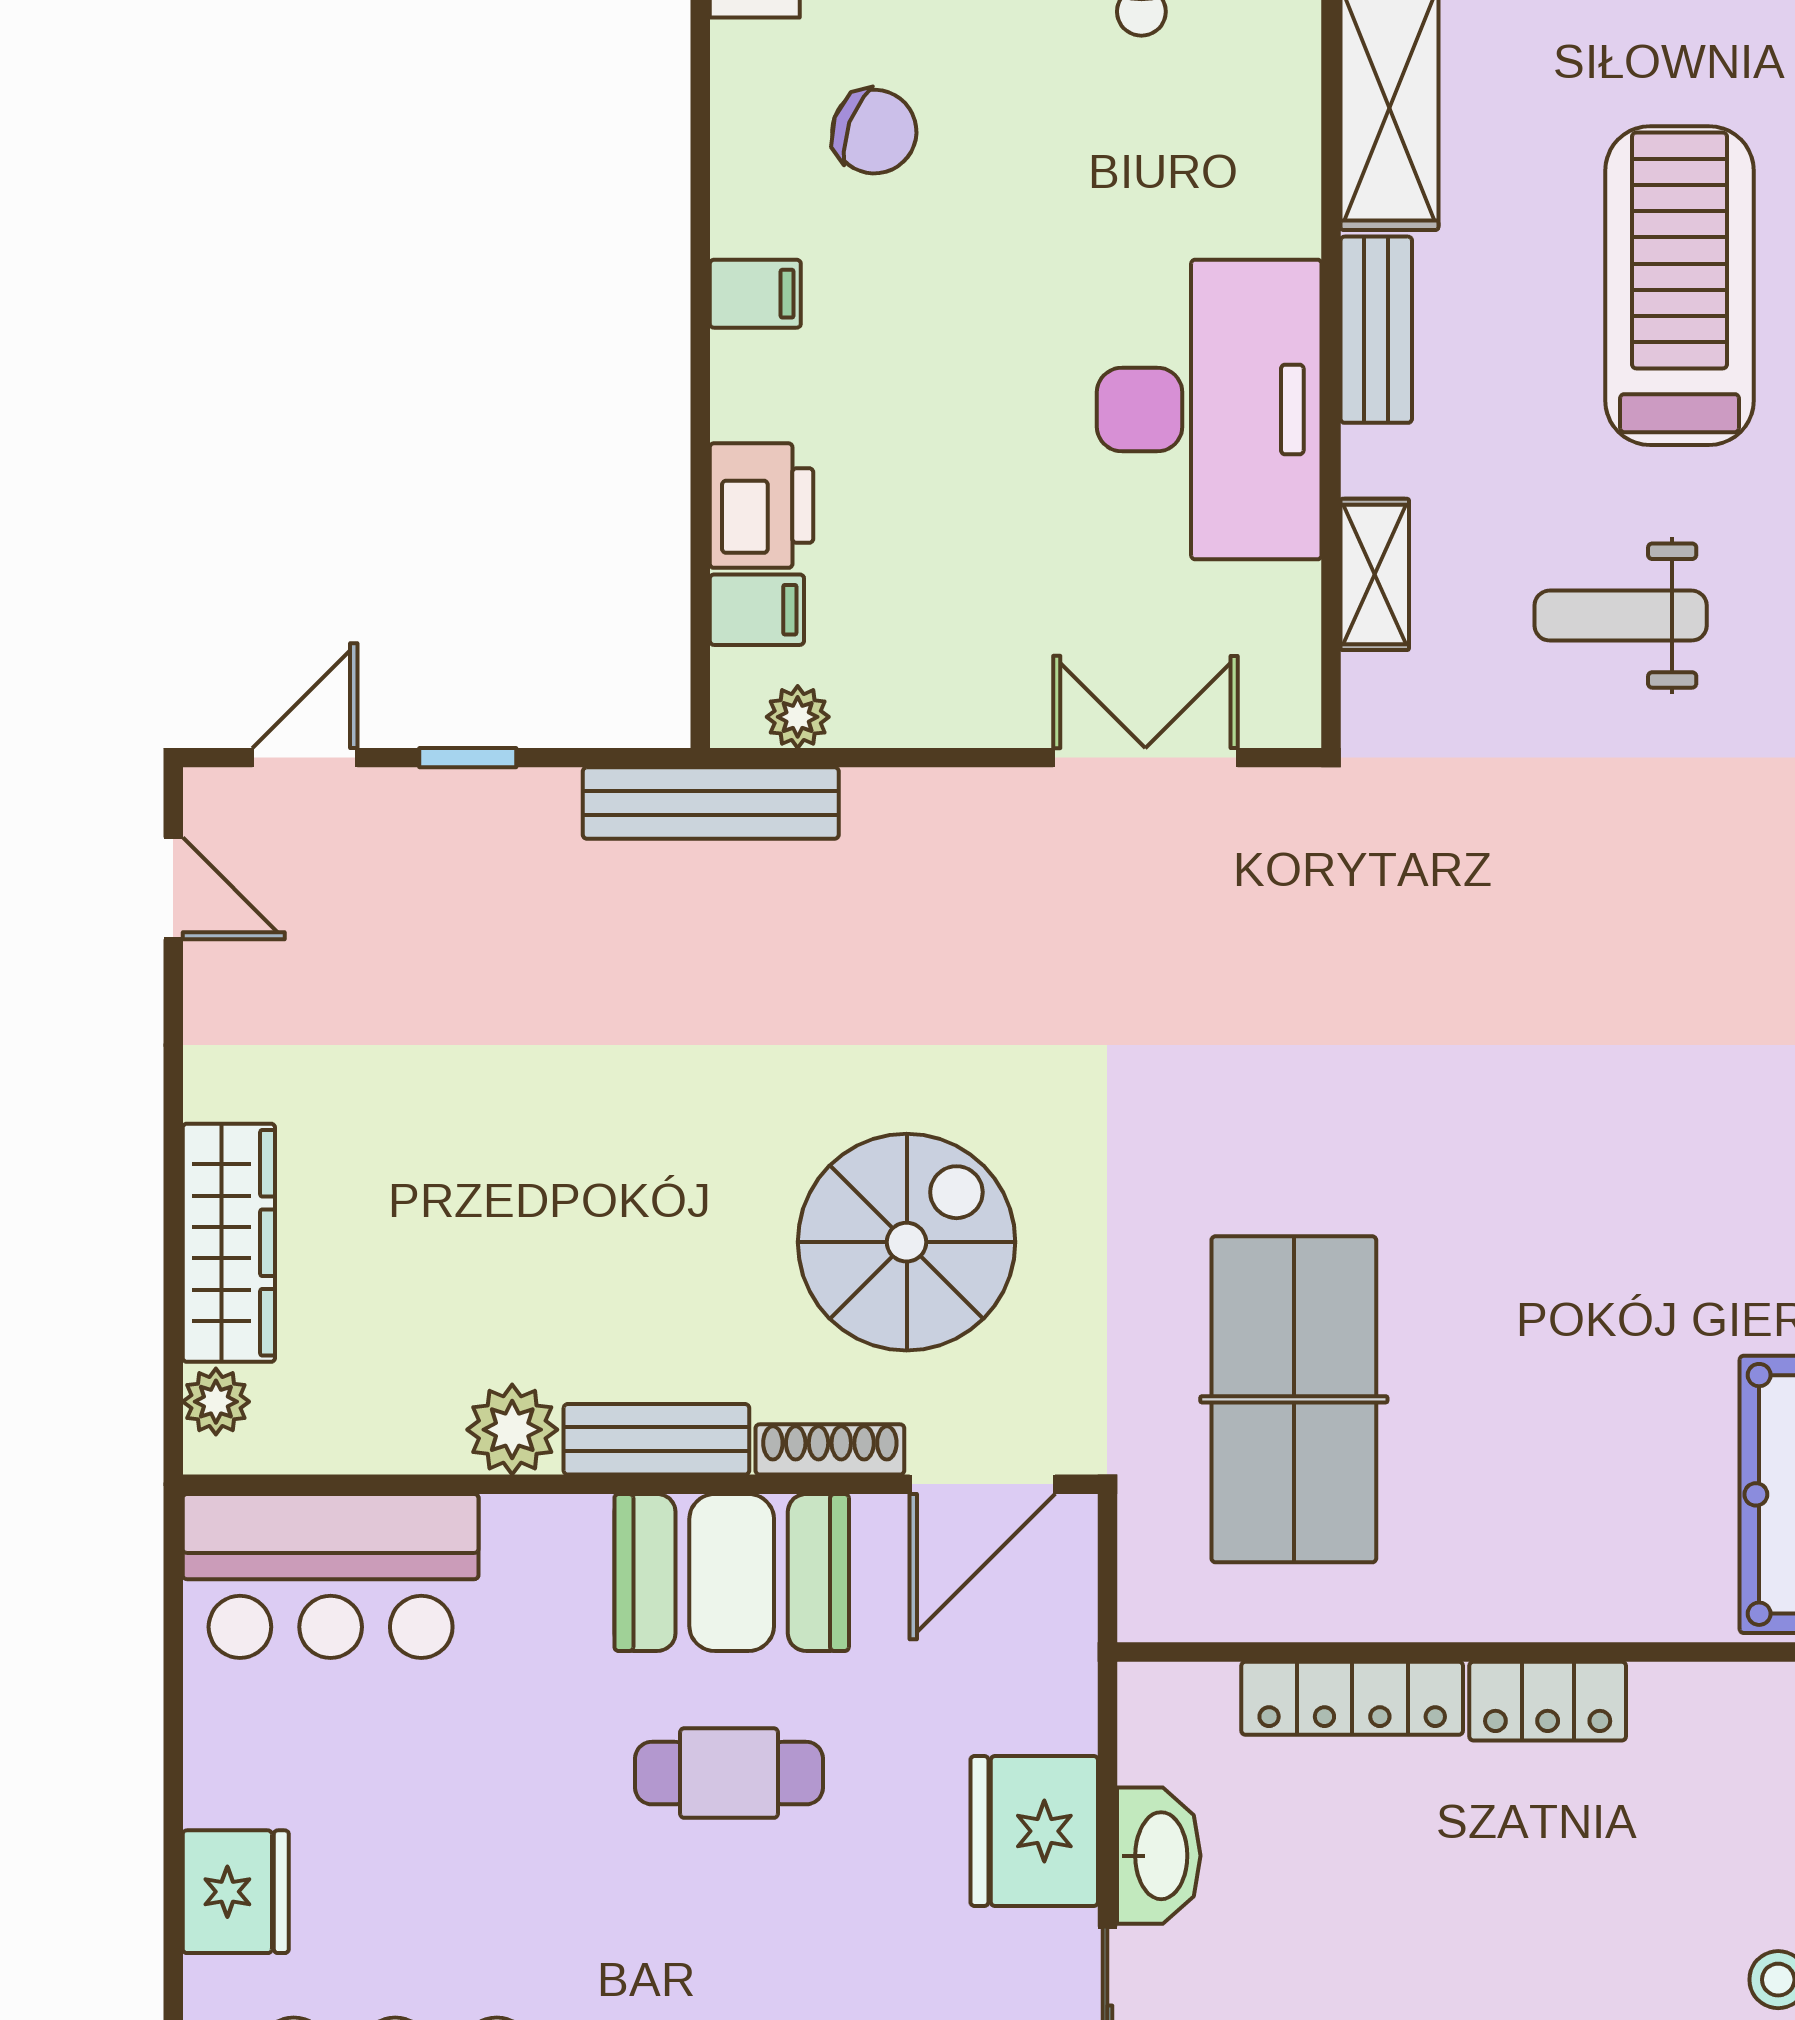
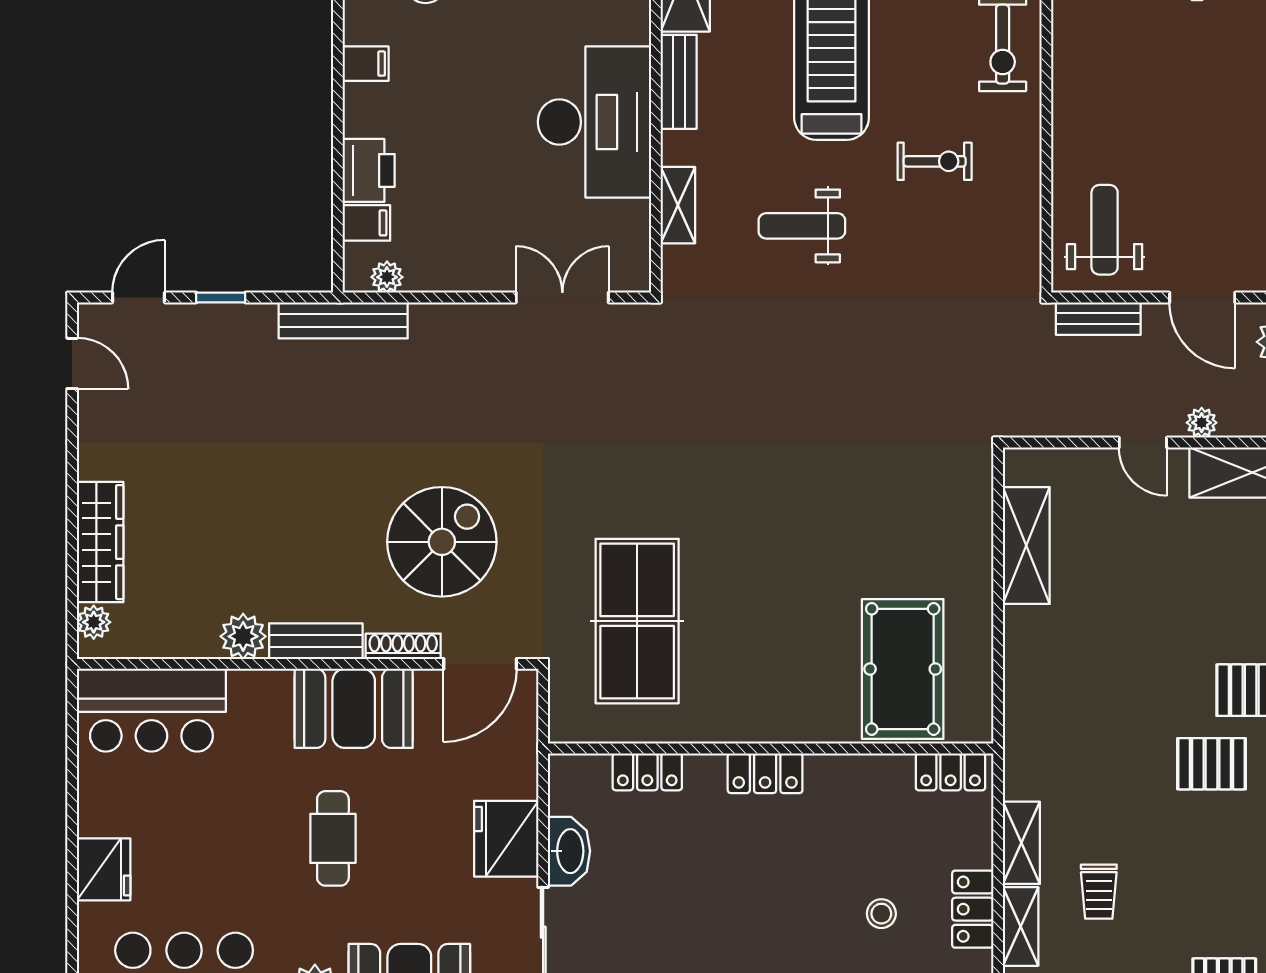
locker: (1352, 1698) -> (647, 772), width x0.66
cafe table: (729, 1773) -> (333, 838), moved, turned 90

